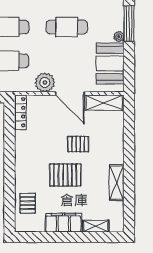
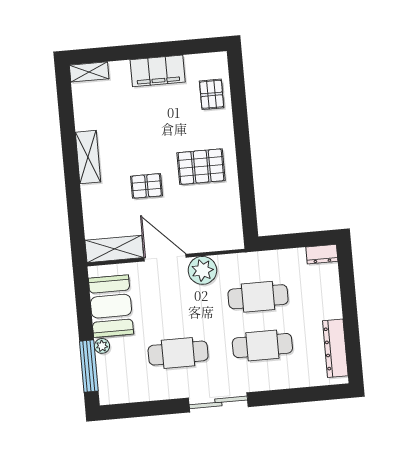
locker: (20, 112) -> (234, 224), removed
pallet: (65, 175) -> (201, 167), moved
shelving: (117, 183) -> (88, 157), moved
shelving: (96, 226) -> (89, 72), moved

